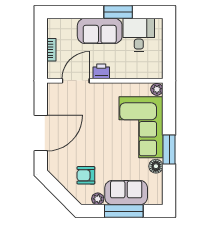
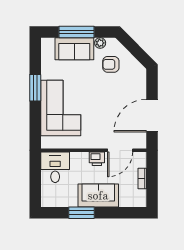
desk: (139, 35) -> (55, 167), moved, turned 180
plant: (157, 89) -> (46, 142), removed
door: (41, 133) -> (152, 116), moved
floor lamp: (156, 166) -> (47, 73), removed
armchair: (86, 175) -> (111, 64), turned 180

